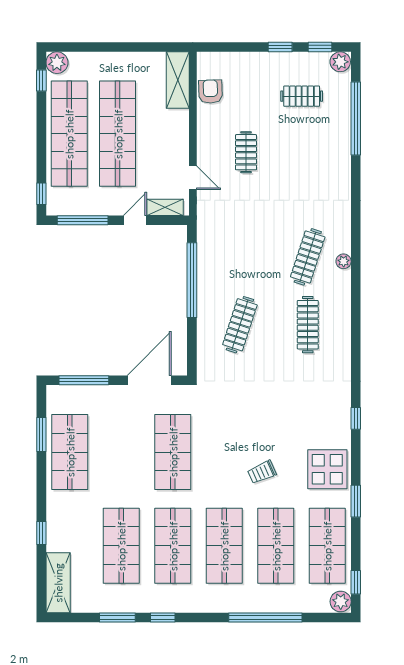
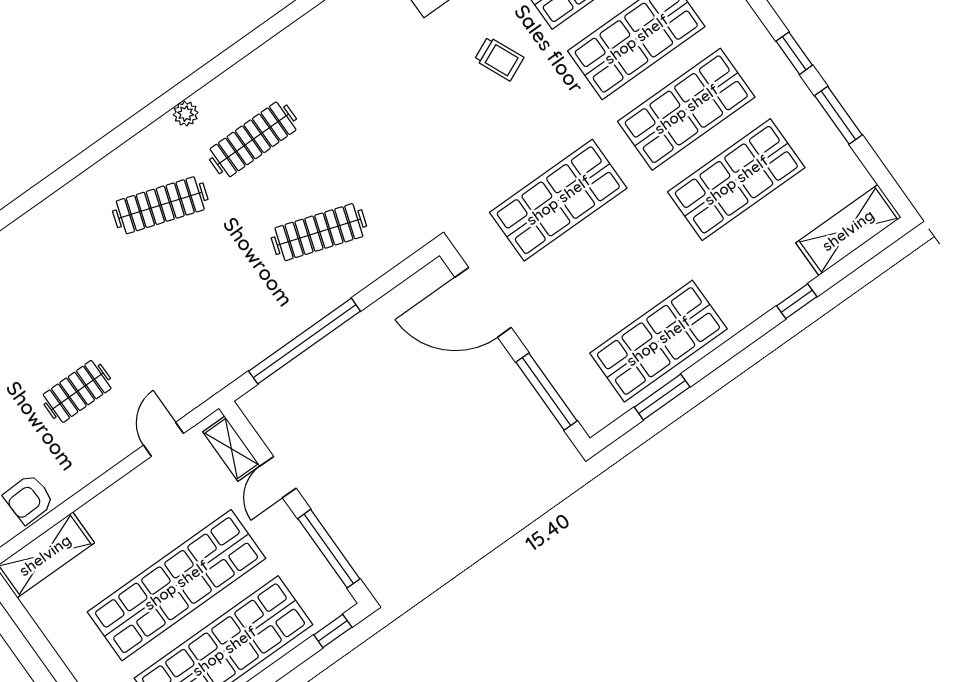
door: (135, 220) -> (278, 477), hinge flipped
plant: (344, 261) -> (186, 114), moved

